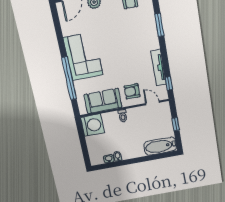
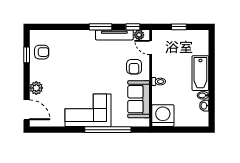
window: (159, 25) -> (100, 27), moved
plant: (162, 90) -> (139, 35), added
door: (152, 103) -> (151, 47), hinge flipped
bathtub: (160, 146) -> (200, 73), moved

